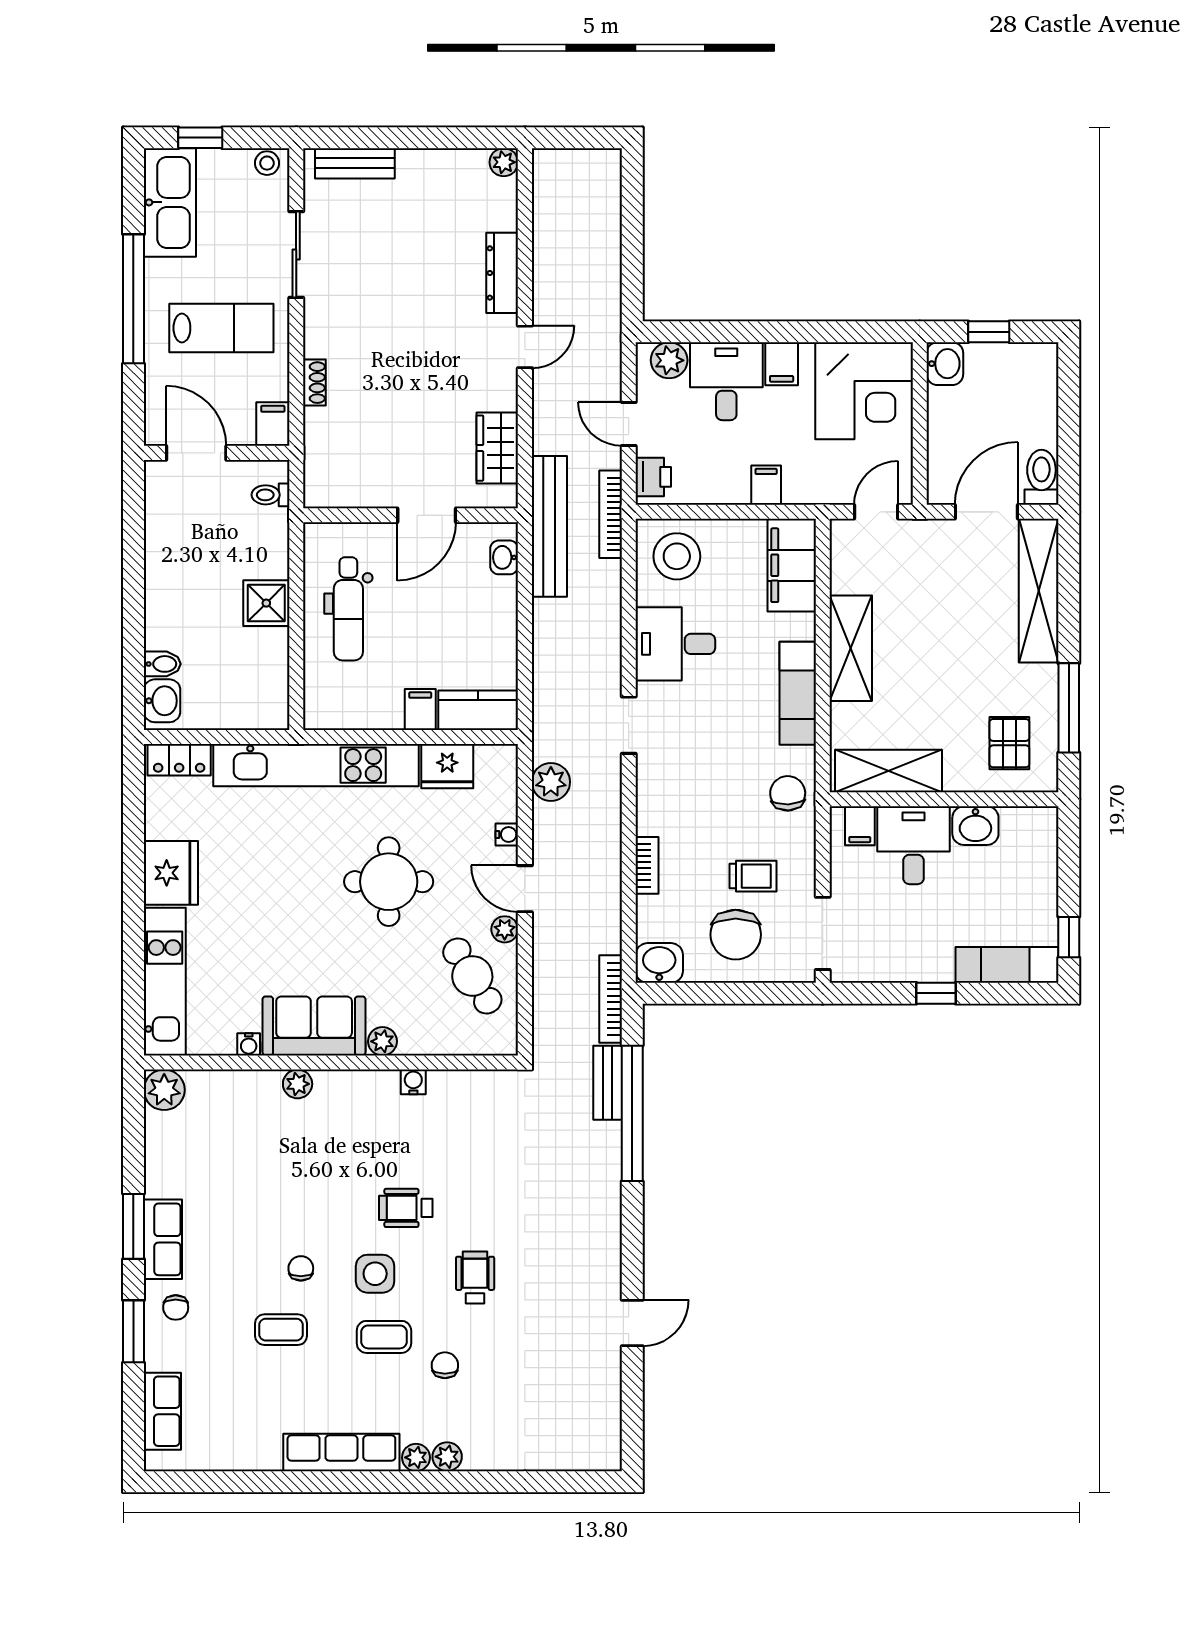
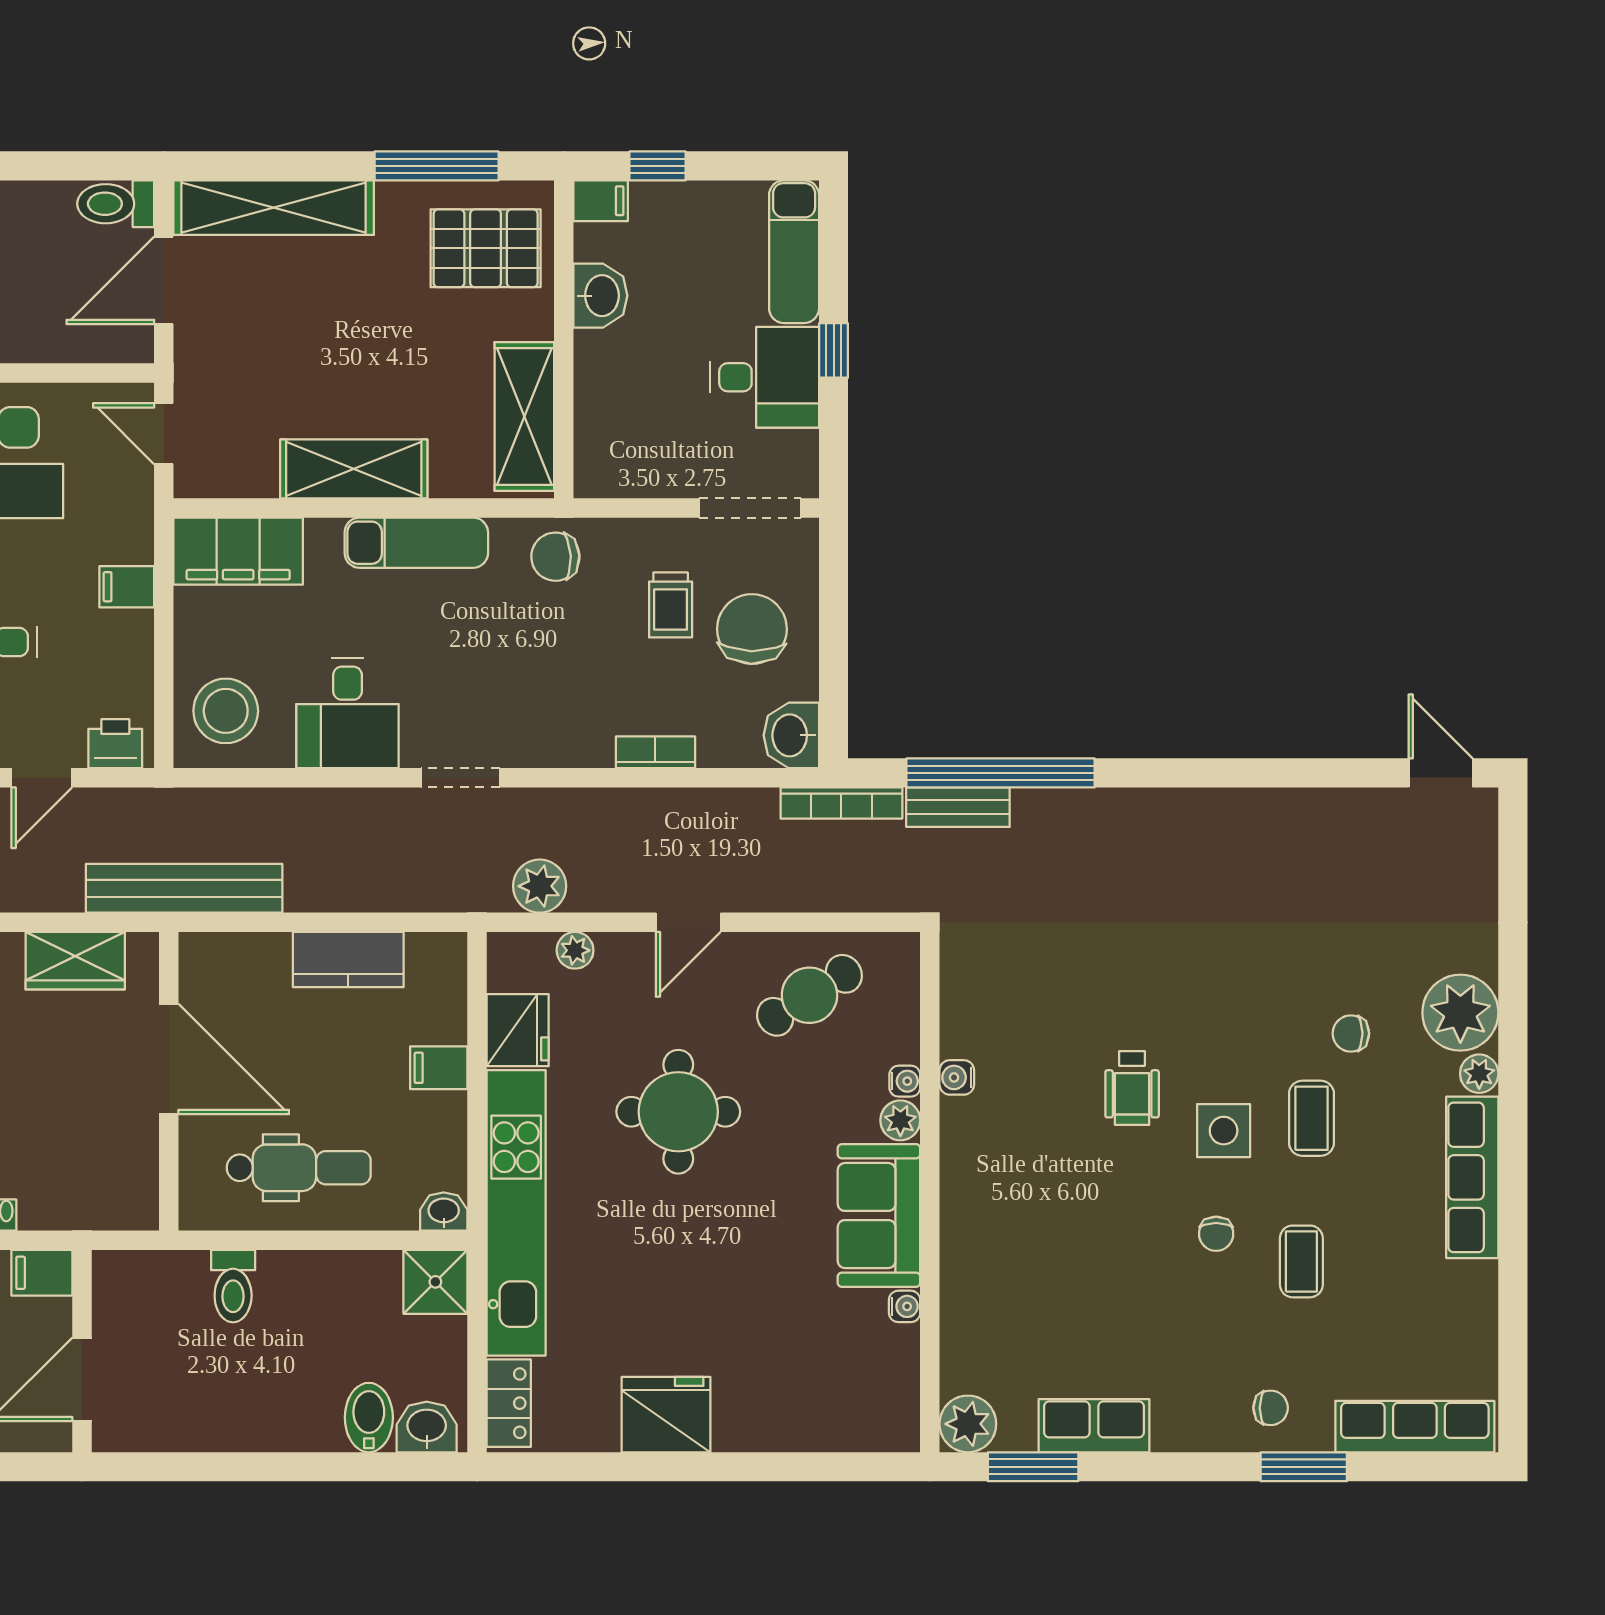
toilet: (271, 495) -> (233, 1286), moved, width x1.37, depth x1.39
door: (986, 512) -> (164, 280), hinge flipped
bookcase: (611, 514) -> (167, 803), removed
door: (427, 515) -> (169, 1059), width x1.36
washbasin: (504, 557) -> (444, 1212), moved, turned 180
shower: (266, 603) -> (435, 1282), moved
bidet: (162, 664) -> (369, 1418), width x1.38, depth x1.36
kitchen counter: (478, 710) -> (348, 960), moved, turned -90
pallet: (1009, 743) -> (486, 248), width x1.50, depth x1.42
filing cabinet: (860, 826) -> (601, 201), moved
water cooler: (507, 835) -> (905, 1081), moved, turned 90
desk: (913, 845) -> (765, 377), moved, turned 180
trolley: (753, 876) -> (671, 605), turned 180
plant: (505, 929) -> (575, 950), moved
chair: (736, 935) -> (752, 629), turned -89
window: (1069, 937) -> (658, 166), moved
kitchen unit: (165, 982) -> (817, 1423), removed
plant: (298, 1084) -> (960, 1238), removed
window: (133, 1226) -> (1033, 1467), moved
row of seats: (163, 1239) -> (1094, 1426), moved
chair: (301, 1268) -> (1216, 1234), turned -90
wheelchair: (475, 1277) -> (1229, 992), removed
door: (632, 1323) -> (1441, 773), moved
row of seats: (162, 1411) -> (1415, 1427), width x1.48
plant: (447, 1457) -> (1460, 1013), width x1.87, depth x1.87

